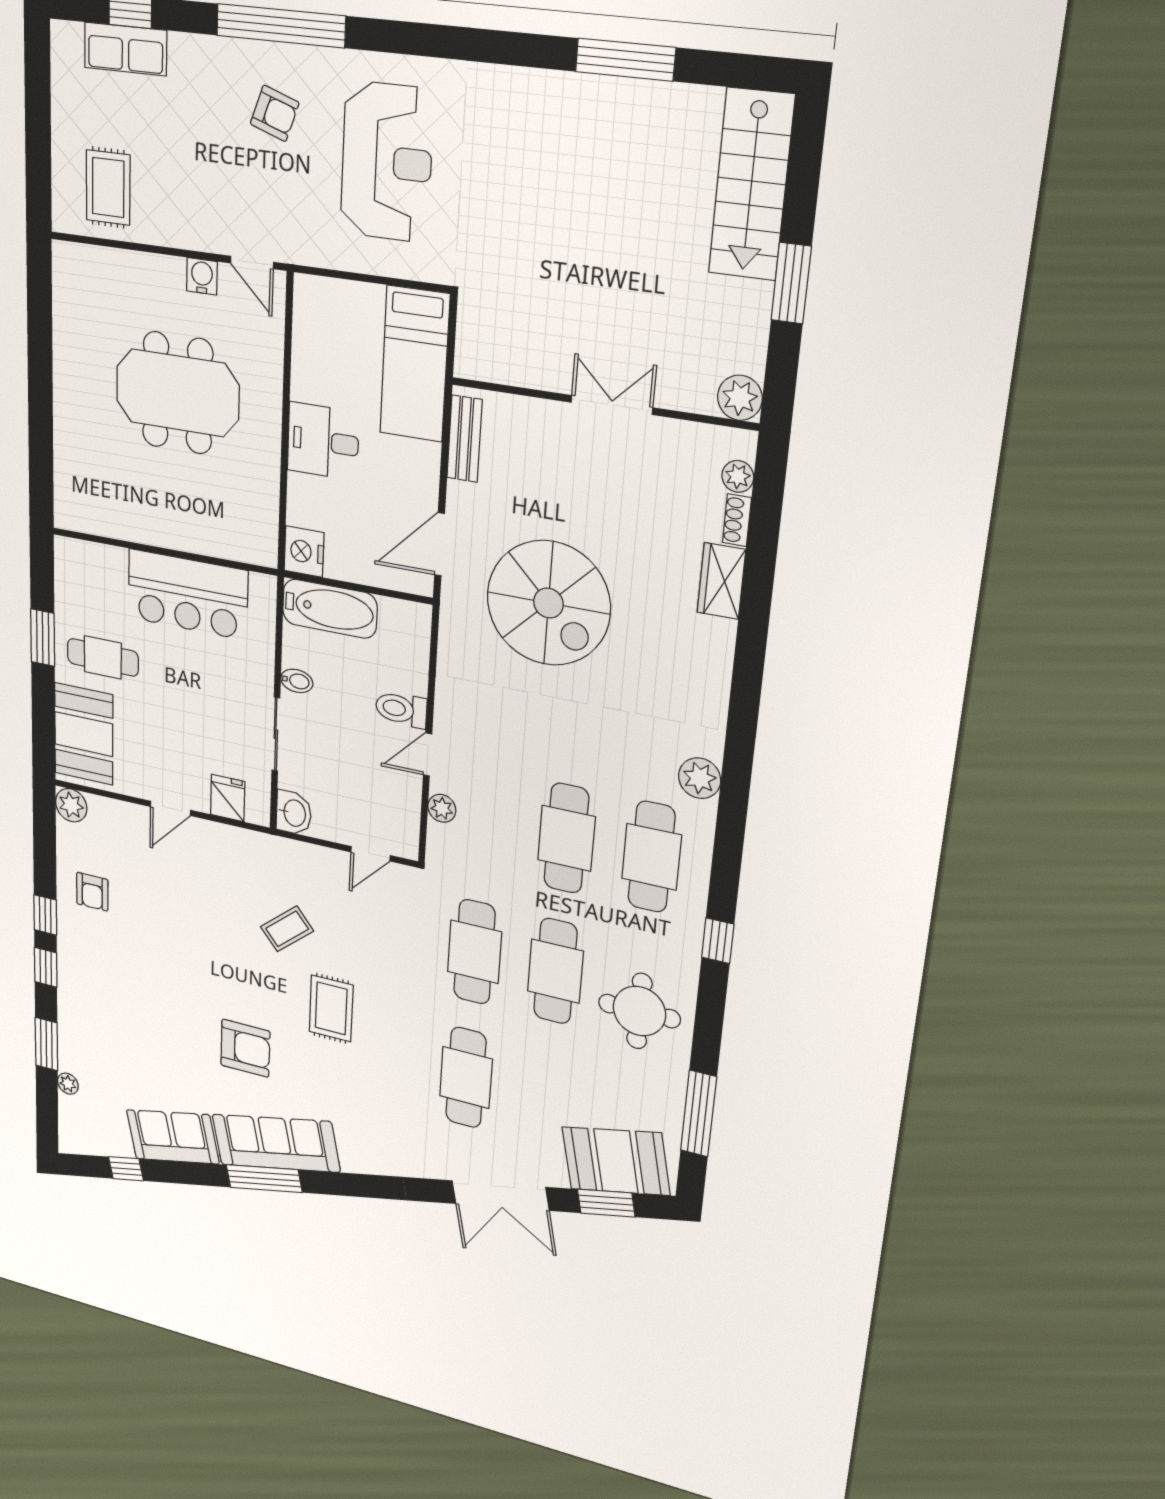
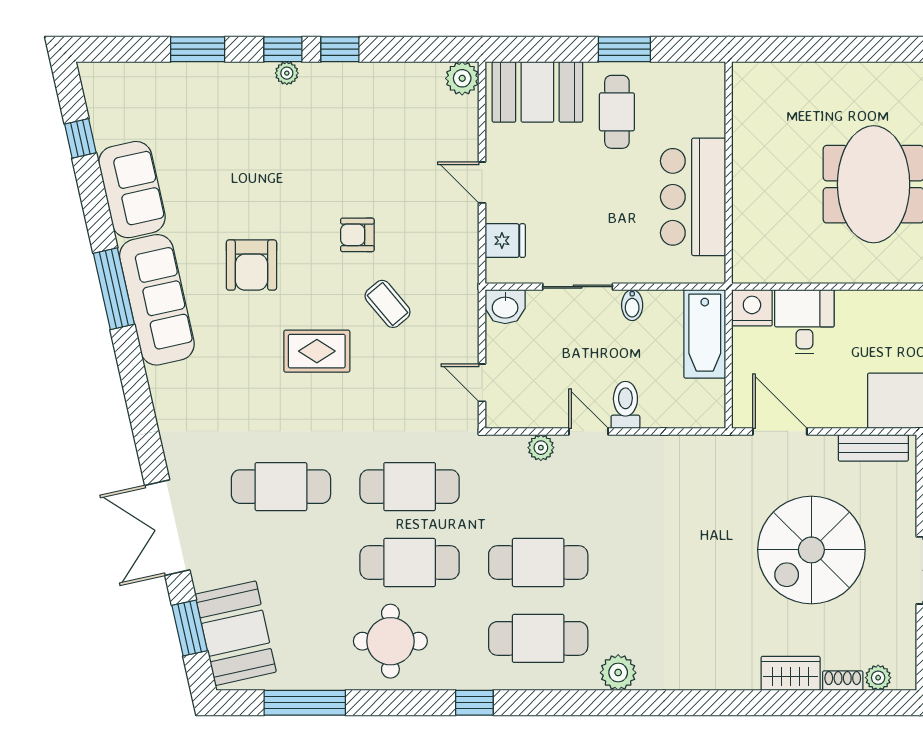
desk: (323, 441) -> (804, 322), moved
spiral stairs: (548, 603) -> (811, 550), moved
armchair: (92, 892) -> (357, 235), moved
plant: (68, 1084) -> (287, 73), moved

